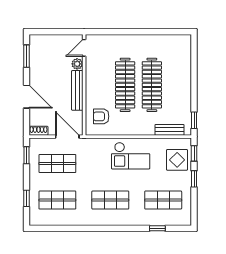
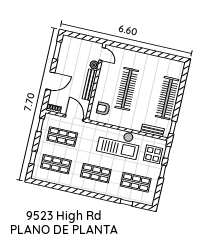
door: (84, 48) -> (102, 54), swing flipped
clothes rail: (152, 85) -> (167, 98), moved
door: (26, 97) -> (50, 81), hinge flipped
checkout: (131, 156) -> (119, 143), width x1.36, depth x1.21

